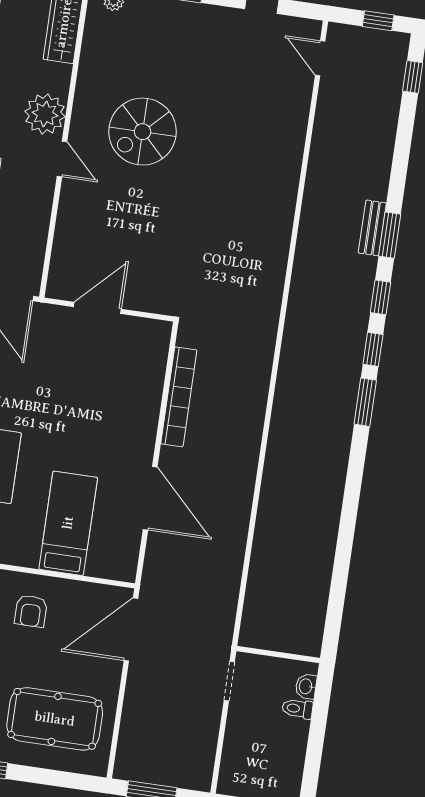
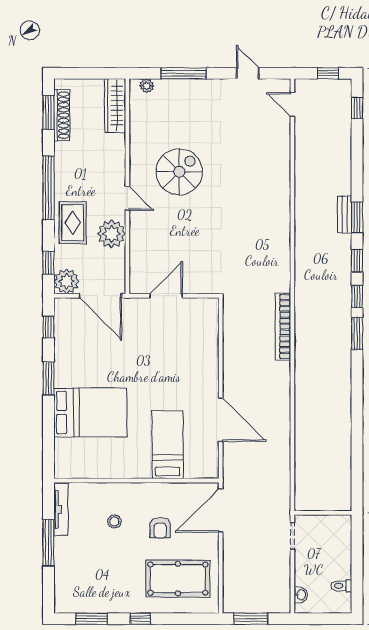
plant: (45, 114) -> (111, 234), moved
spiral stairs: (143, 132) -> (179, 172), turned 180
bookcase: (179, 397) -> (283, 326), moved, turned 180
armchair: (31, 611) -> (160, 528), moved
washbasin: (306, 686) -> (301, 595), moved, turned 180
toilet: (297, 709) -> (341, 586), moved

